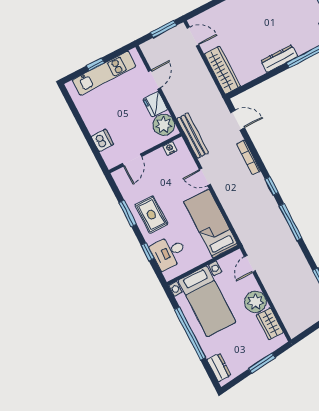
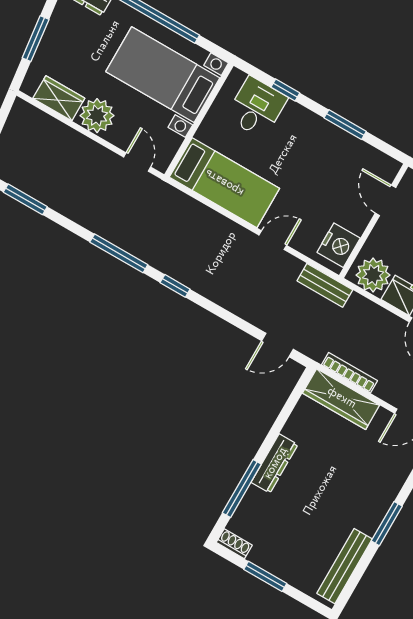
bench: (193, 136) -> (325, 285), width x0.73
nightstand: (170, 148) -> (339, 245), width x1.89, depth x1.79
bookcase: (249, 157) -> (350, 373), moved
rug: (151, 215) -> (312, 143), removed

